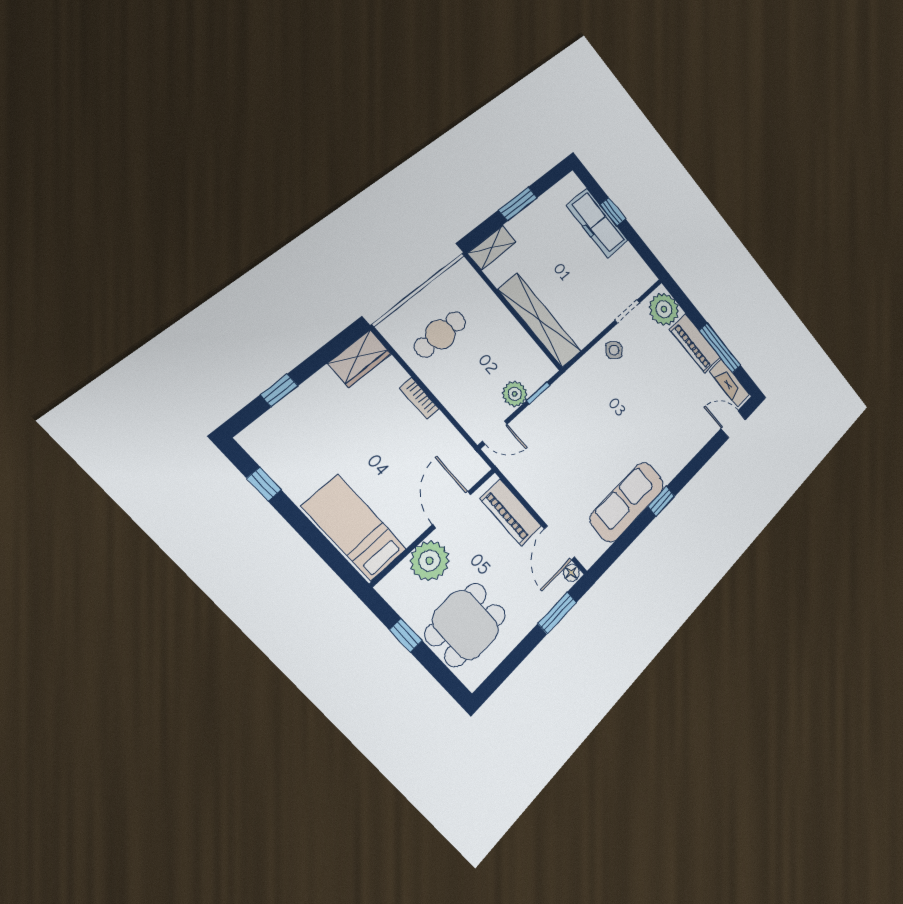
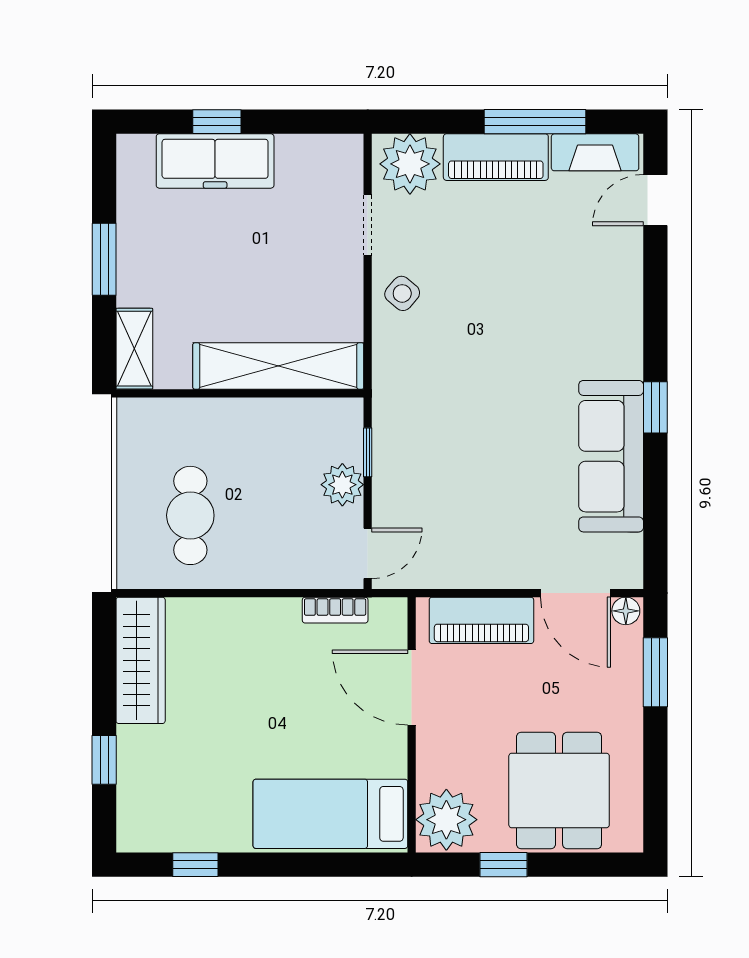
wardrobe: (359, 359) -> (141, 660), width x1.50
bookcase: (419, 399) -> (335, 610), moved
plant: (430, 561) -> (446, 820), moved

